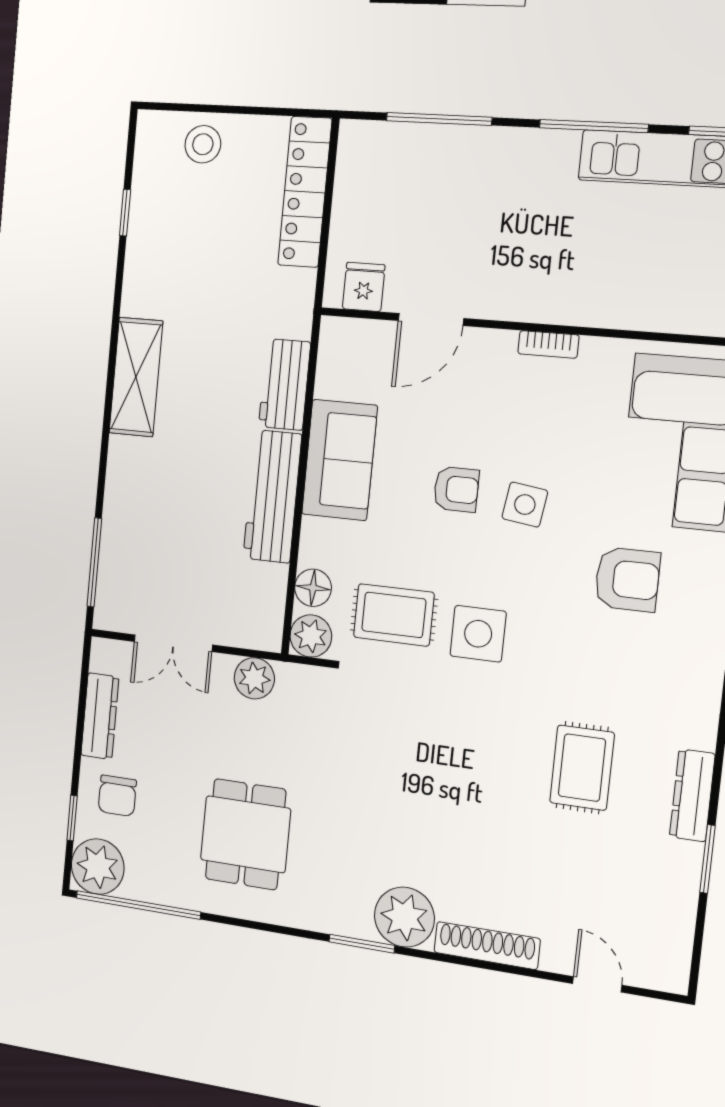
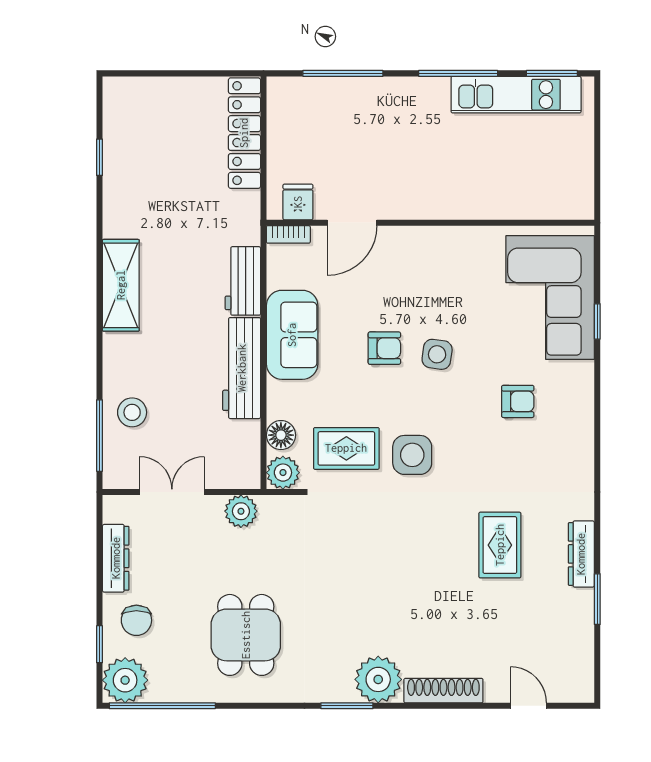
stool: (203, 144) -> (132, 412), moved
bookcase: (548, 344) -> (288, 234), moved
armchair: (627, 579) -> (518, 401), width x0.72, depth x0.72
double door: (173, 643) -> (172, 492), swing flipped

